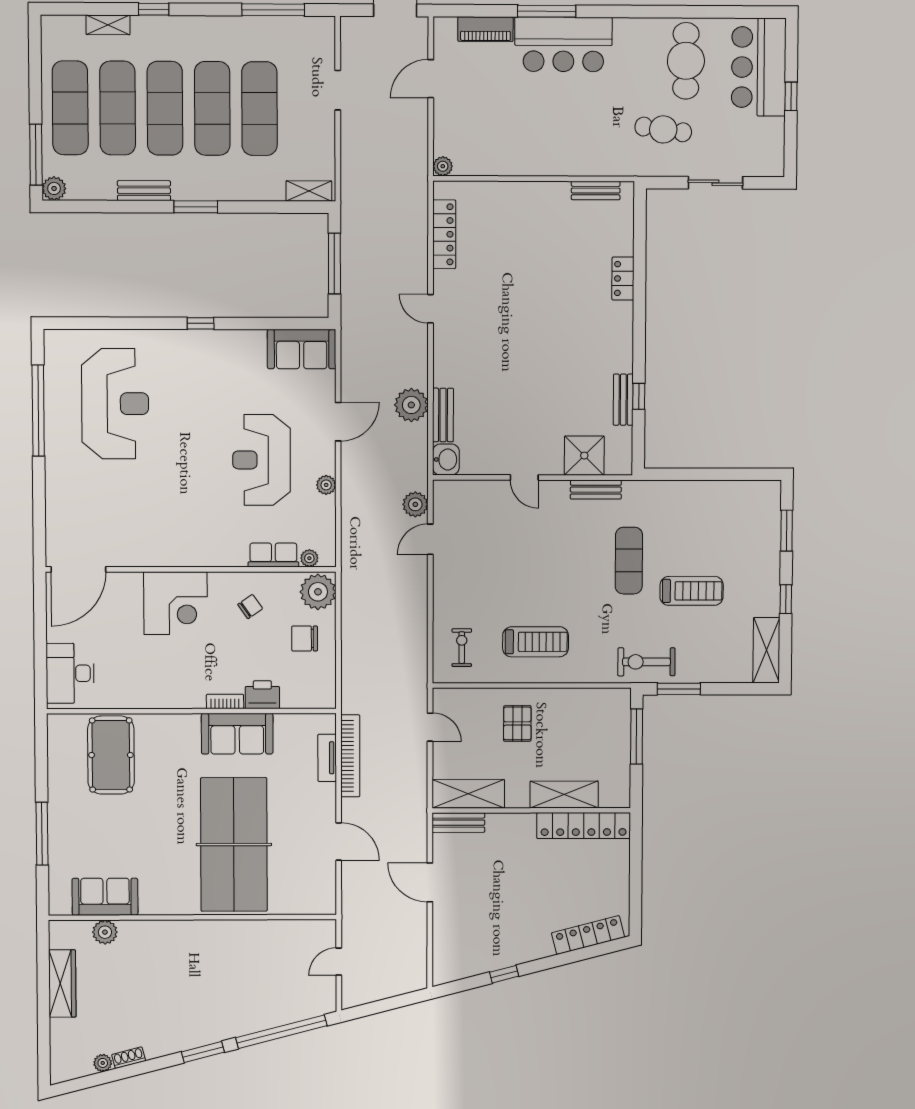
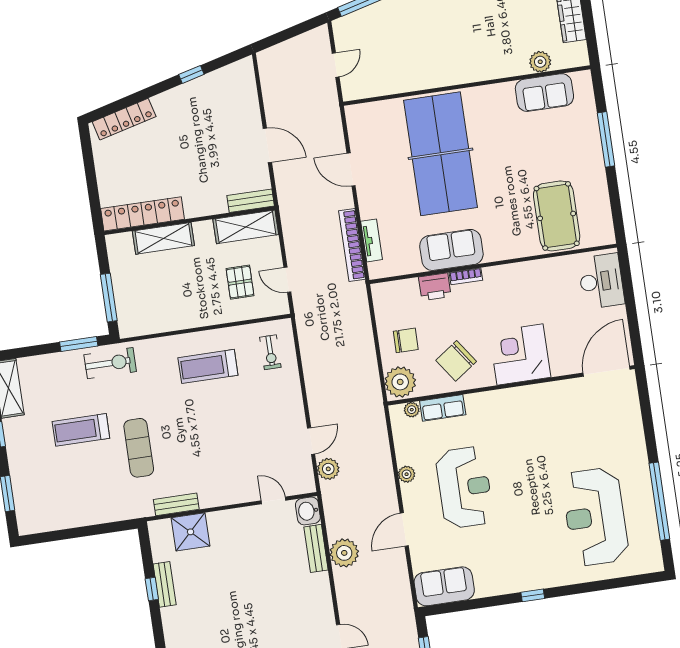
door: (524, 478) -> (273, 500), moved
chair: (250, 607) -> (456, 361), width x1.87, depth x1.87
pallet: (517, 723) -> (240, 282), moved

